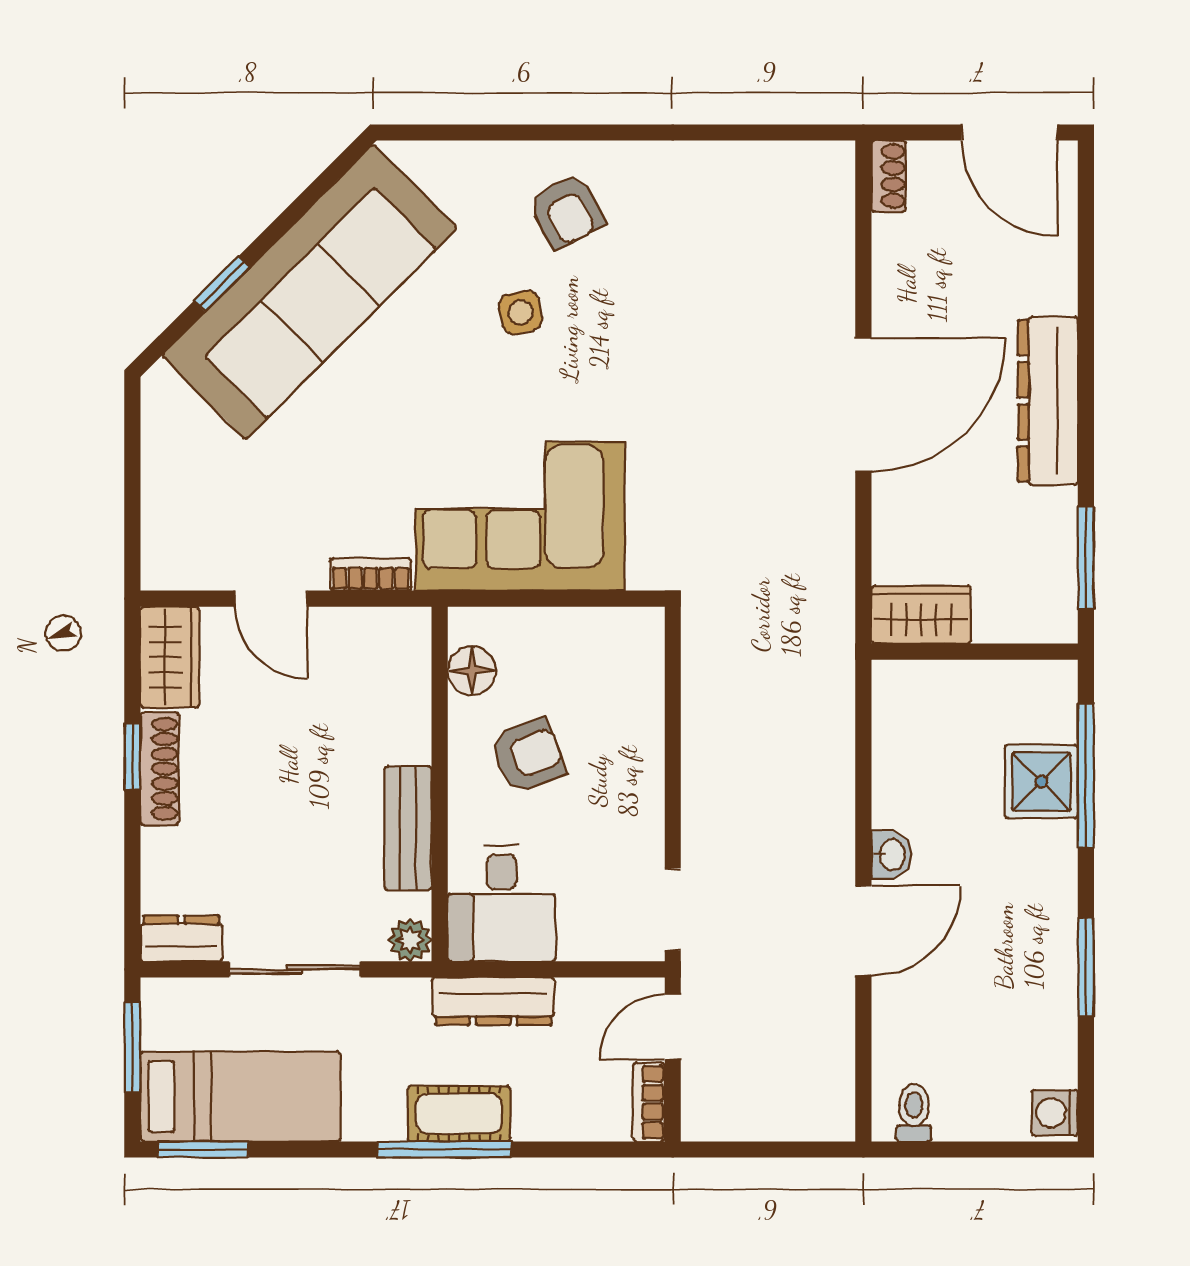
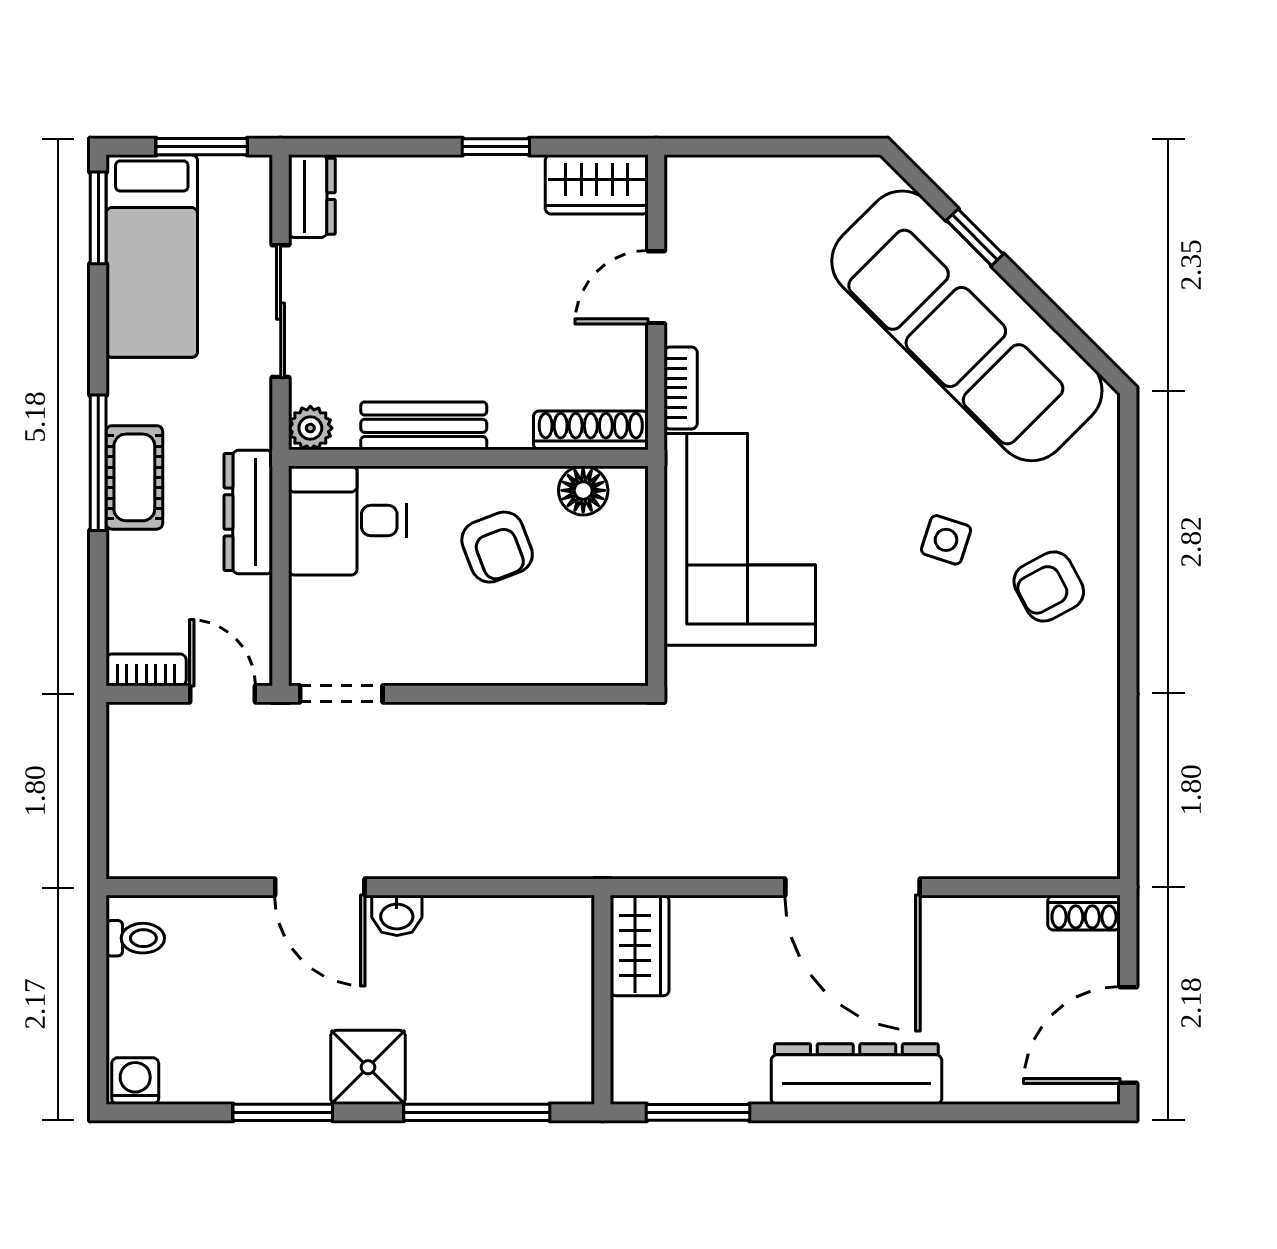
side table: (521, 312) -> (946, 540), turned 30
shoe rack: (160, 769) -> (591, 430), moved, turned 180
shower: (1041, 782) -> (368, 1067), moved

